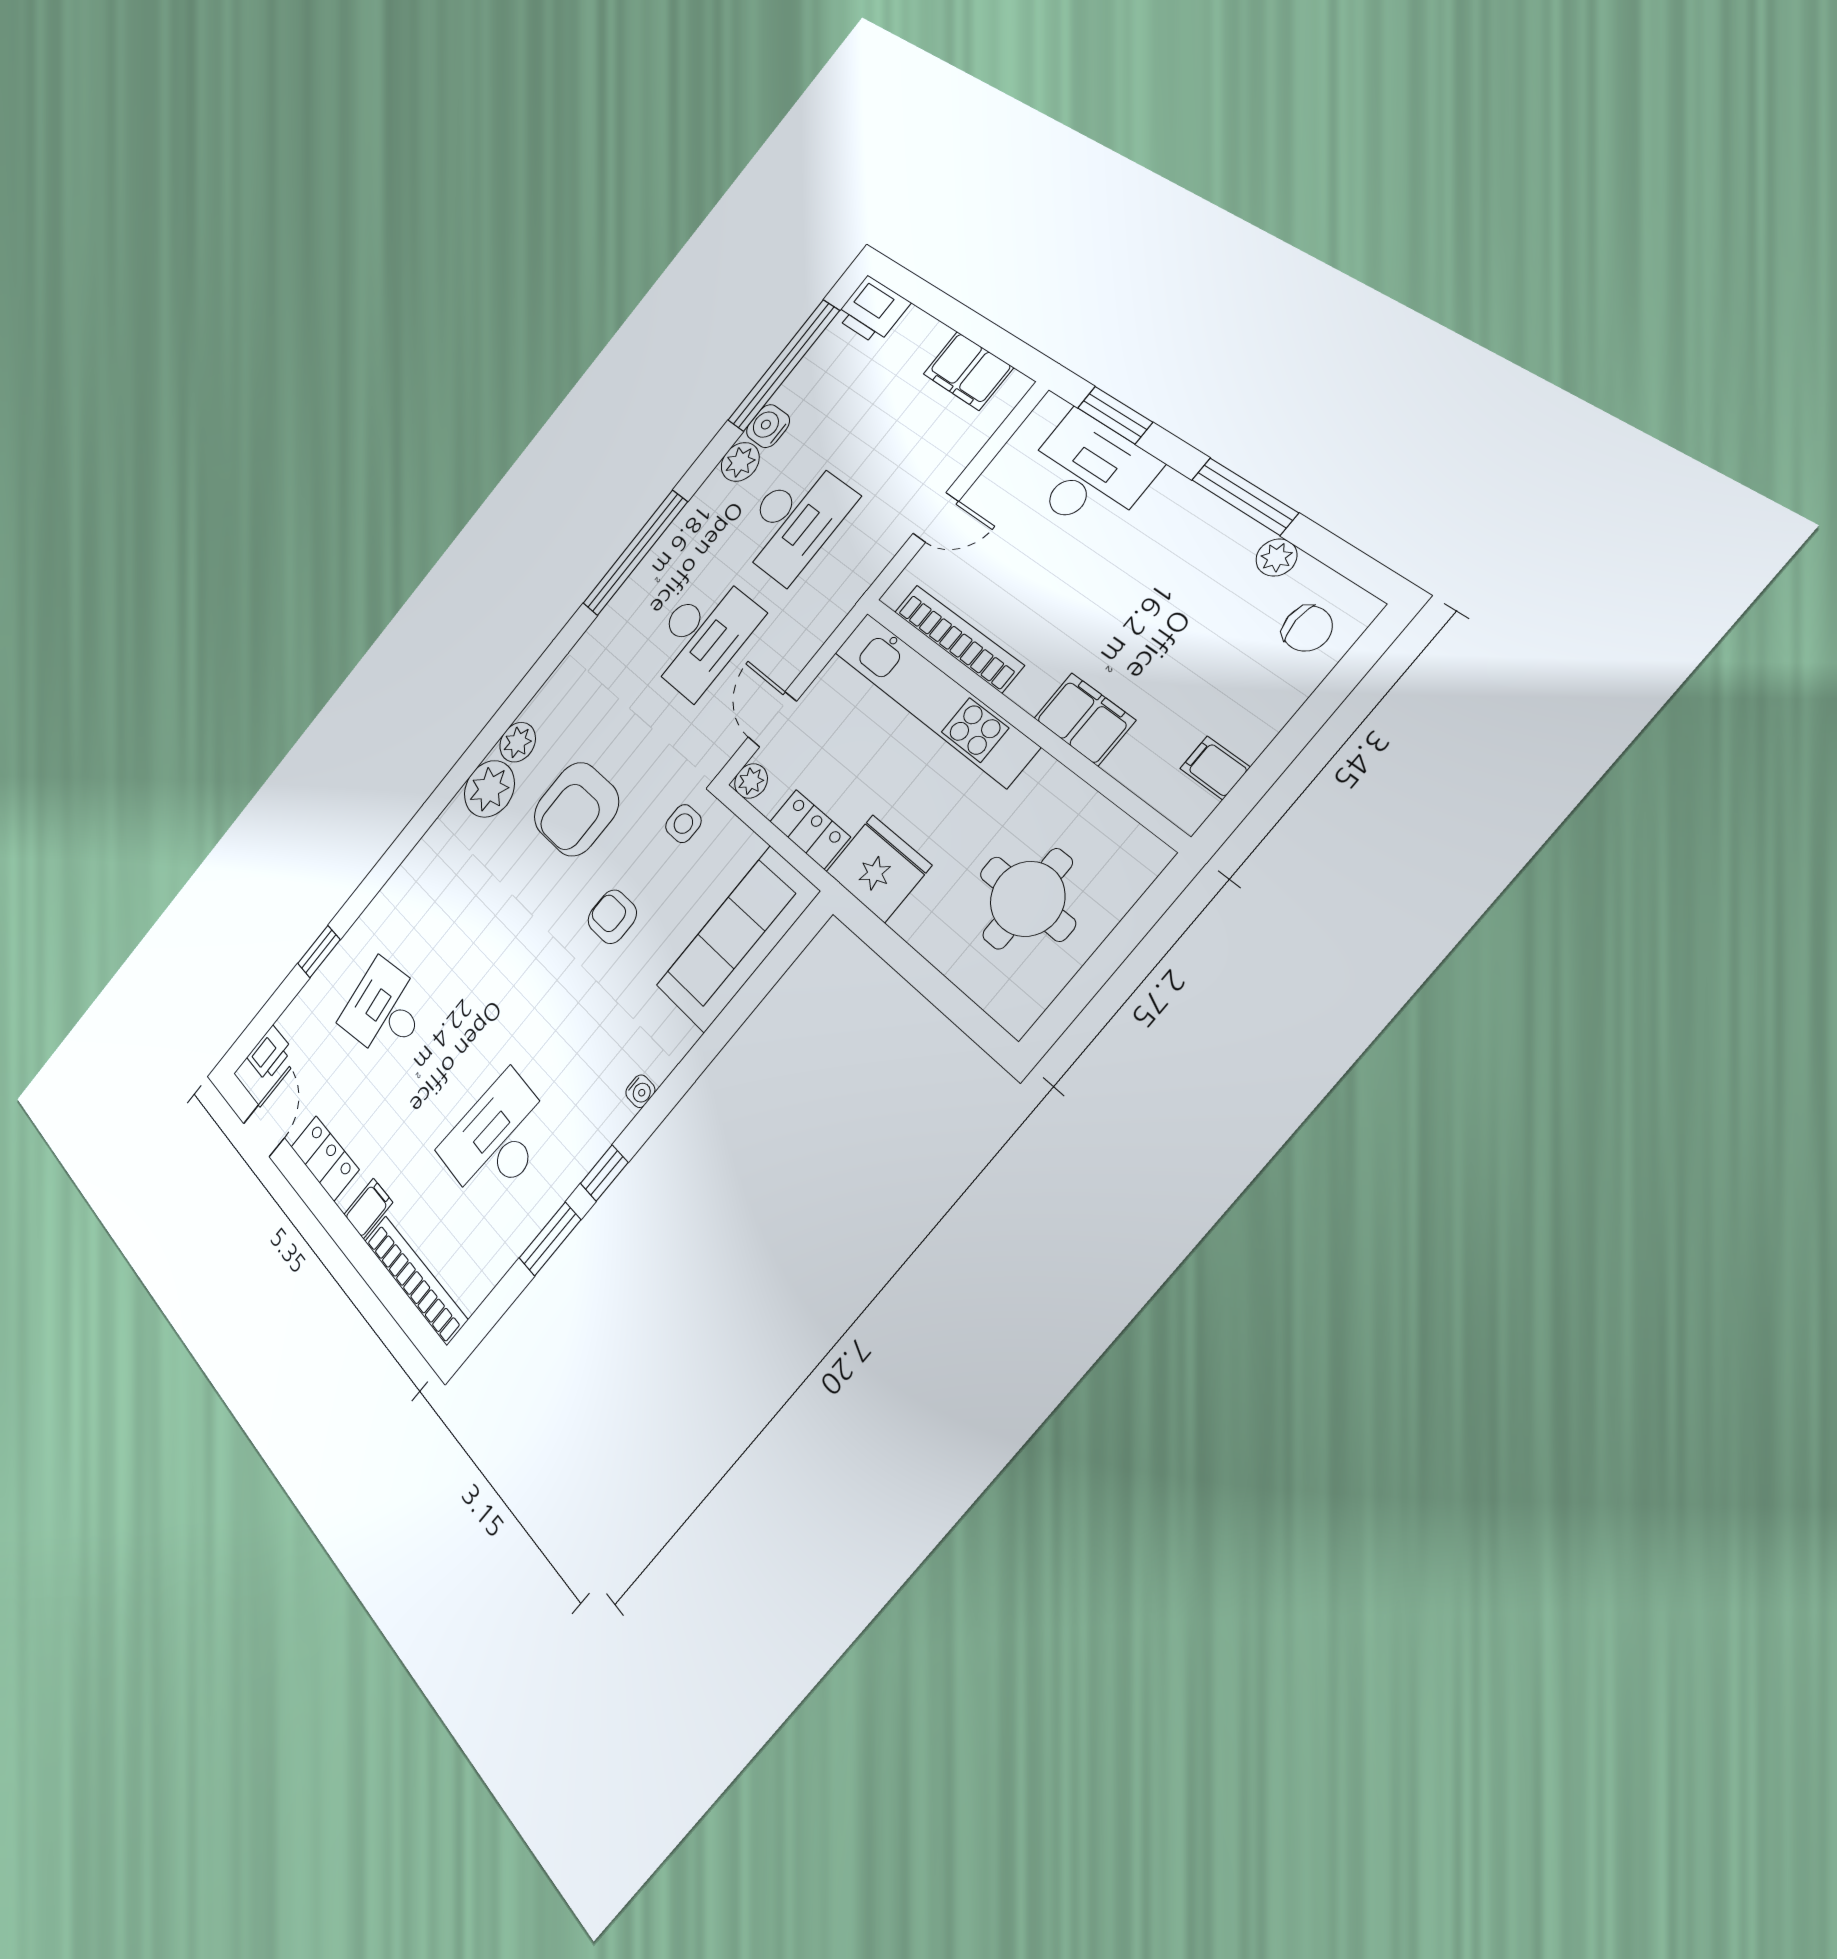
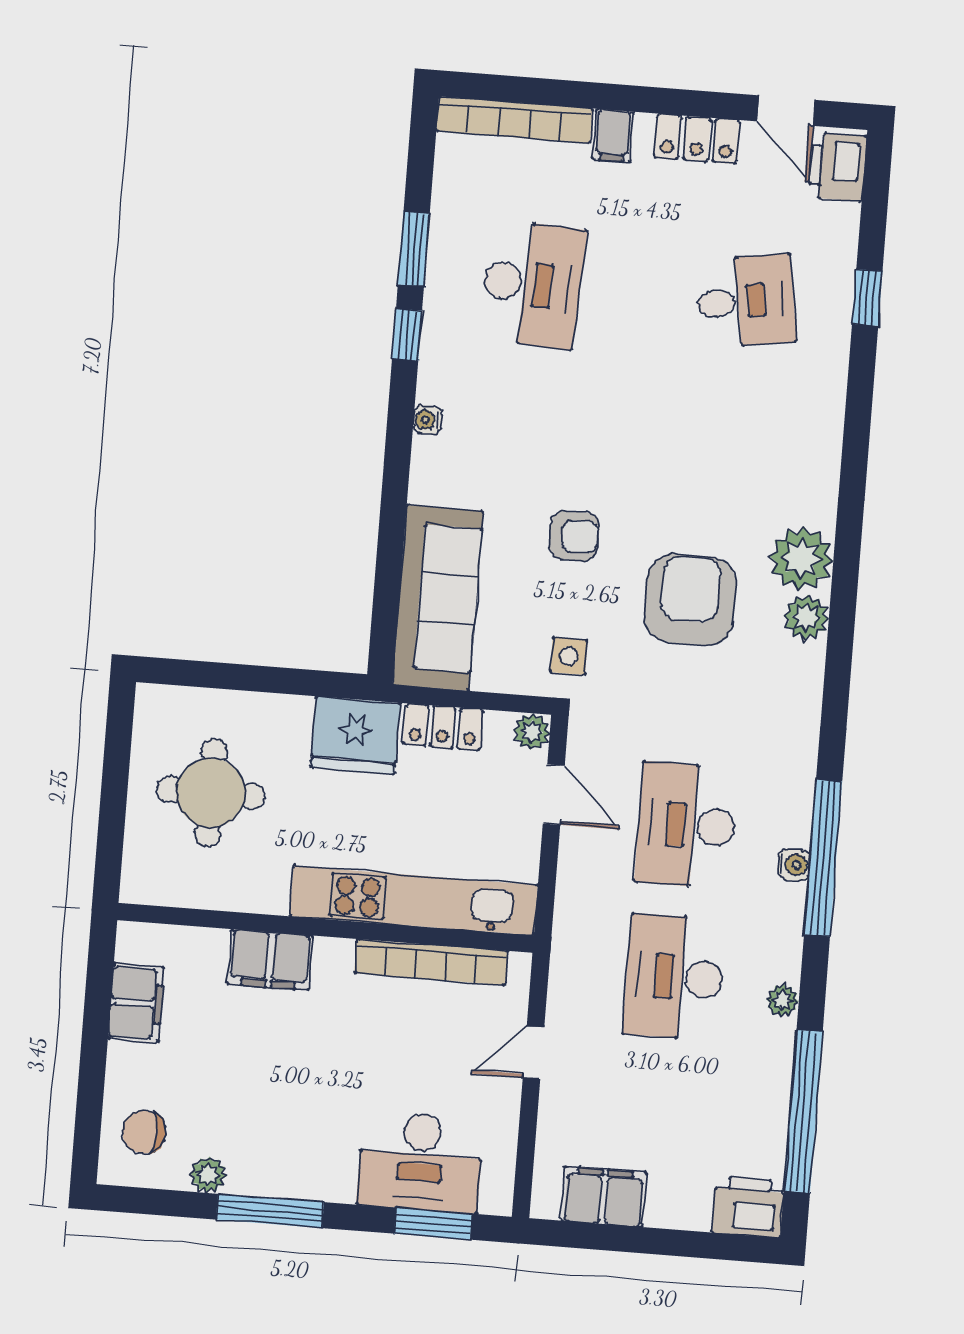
water cooler: (768, 426) -> (794, 865), moved, width x0.72, depth x0.72
plant: (740, 462) -> (782, 1000), width x0.73, depth x0.73
filing cabinet: (1215, 768) -> (136, 1003), width x2.00
printer: (270, 1053) -> (837, 167), width x1.36, depth x1.24

